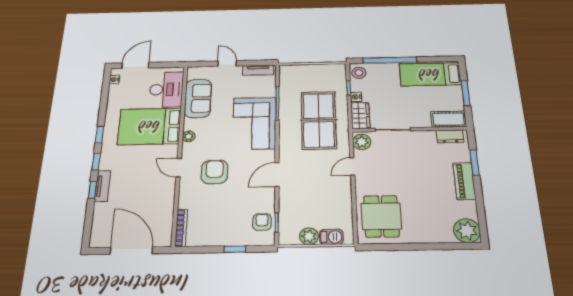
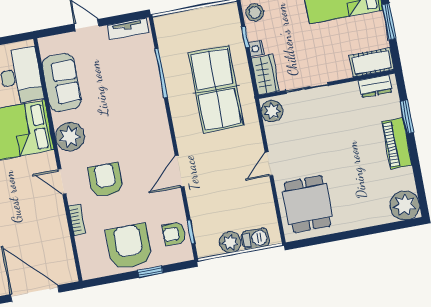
corner sofa: (254, 123) -> (139, 106), removed
plant: (189, 136) -> (70, 137), width x1.88, depth x1.88
door: (352, 166) -> (269, 164), moved
armchair: (262, 222) -> (174, 234), turned -90
armchair: (221, 226) -> (129, 247), added
bookcase: (181, 228) -> (77, 220), moved, width x0.64

